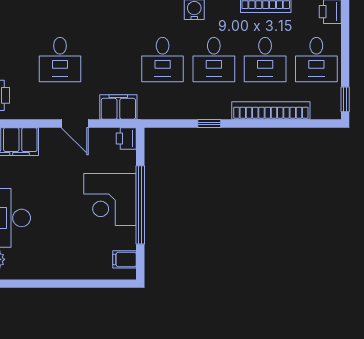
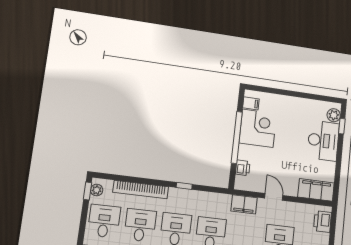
plant: (333, 102) -> (97, 190), added
printer: (126, 138) -> (243, 168), moved
corner desk: (110, 199) -> (258, 128), moved

